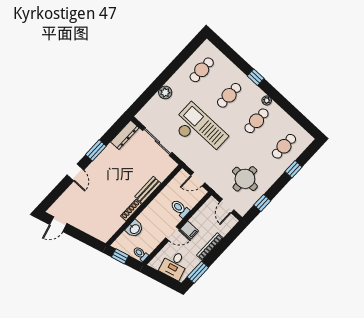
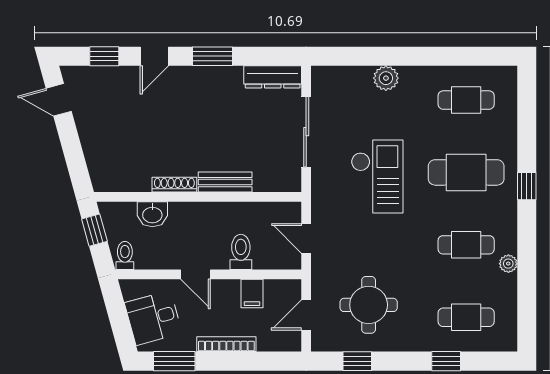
cafe table: (229, 95) -> (466, 172), width x1.37, depth x1.35
plant: (267, 100) -> (508, 264), moved
checkout: (199, 130) -> (377, 176), width x0.73, depth x0.83
window: (58, 191) -> (104, 56), added
filing cabinet: (189, 230) -> (252, 294), moved

